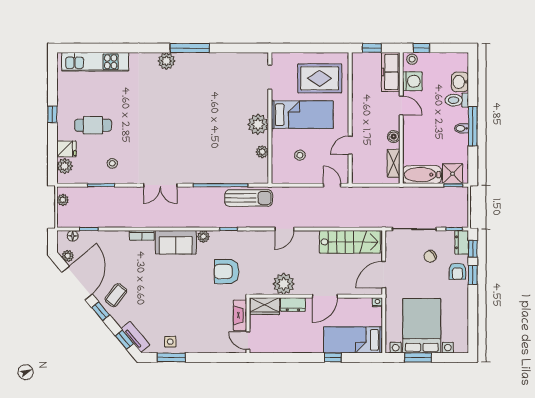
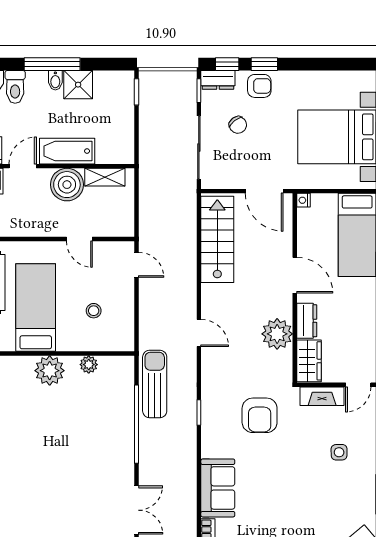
boiler: (394, 137) -> (67, 185), width x1.86, depth x1.86
shower: (453, 174) -> (78, 85), moved
bathtub: (422, 175) -> (67, 151), moved, turned 90
door: (332, 185) -> (136, 265), swing flipped
plant: (203, 237) -> (210, 448), removed
side table: (170, 342) -> (339, 452), moved

